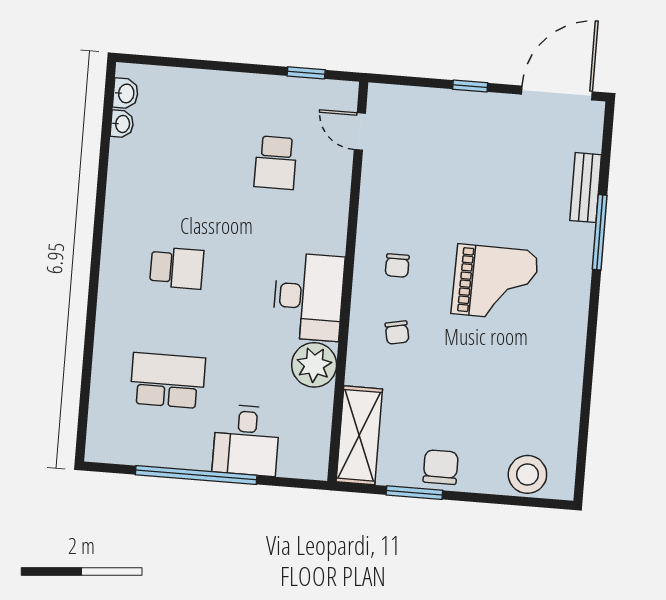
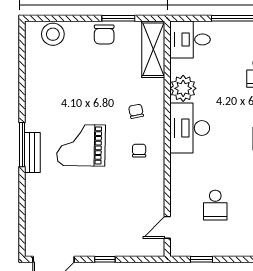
door: (360, 131) -> (167, 227), swing flipped
school desk: (276, 163) -> (215, 205), turned 180
bench: (586, 188) -> (32, 152), moved
window: (600, 232) -> (22, 145), moved
desk: (246, 440) -> (190, 39), moved, turned -90

